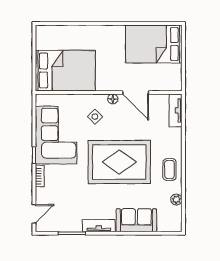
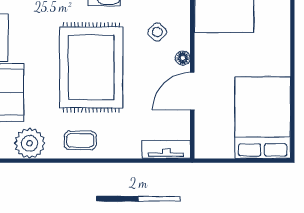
plant: (176, 200) -> (30, 143), width x1.88, depth x1.88

